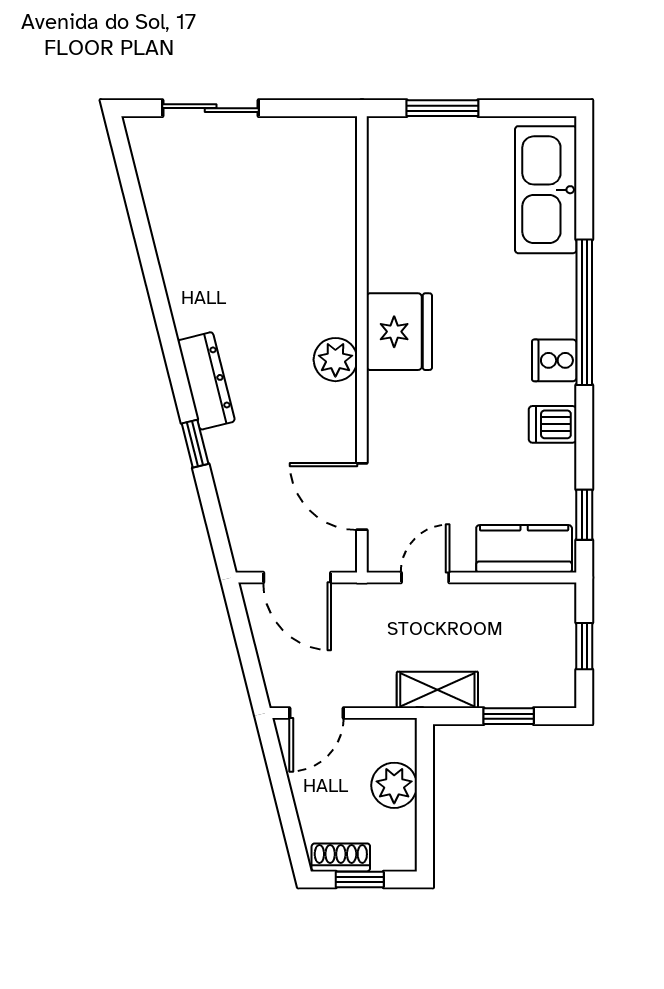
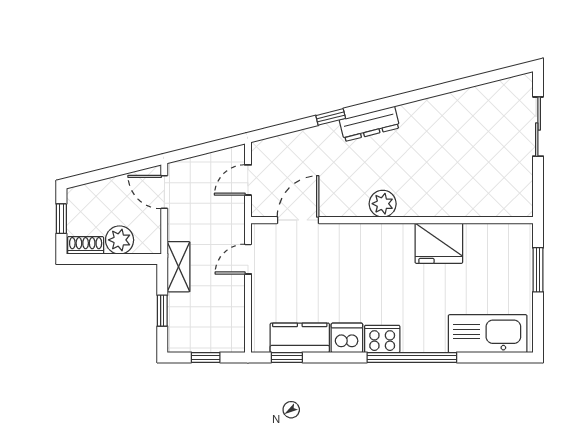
fridge: (399, 332) -> (439, 243), moved
cooker: (554, 360) -> (382, 339), width x1.36
dishwasher: (553, 424) -> (347, 338), width x1.38
kitchen counter: (524, 549) -> (300, 338), moved, turned -90
door: (297, 578) -> (248, 180), width x0.73
door: (425, 578) -> (248, 259), swing flipped
shoe rack: (341, 857) -> (86, 245), moved, turned -90

